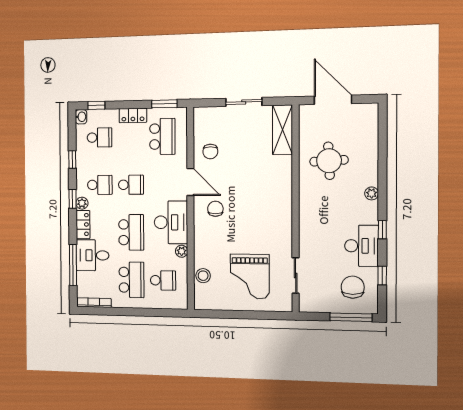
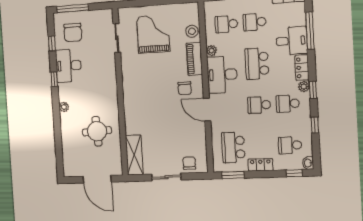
chair: (210, 152) -> (189, 163), moved
piano: (202, 243) -> (194, 59), added
school desk: (131, 280) -> (255, 22), width x0.54

